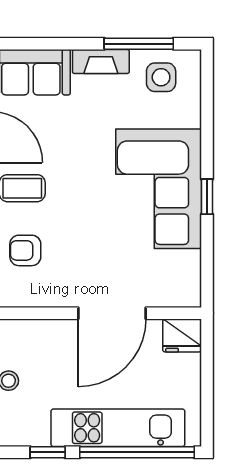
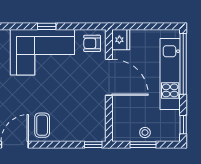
armchair: (25, 250) -> (92, 43), moved, turned 90
window: (48, 452) -> (183, 125), moved

